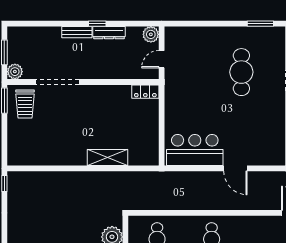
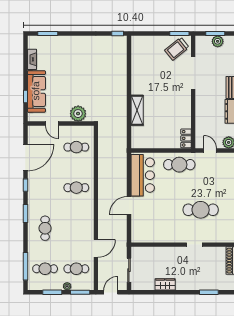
plant: (15, 72) -> (218, 41), moved
cafe table: (181, 101) -> (179, 165), added
trolley: (25, 104) -> (177, 49), turned -39

